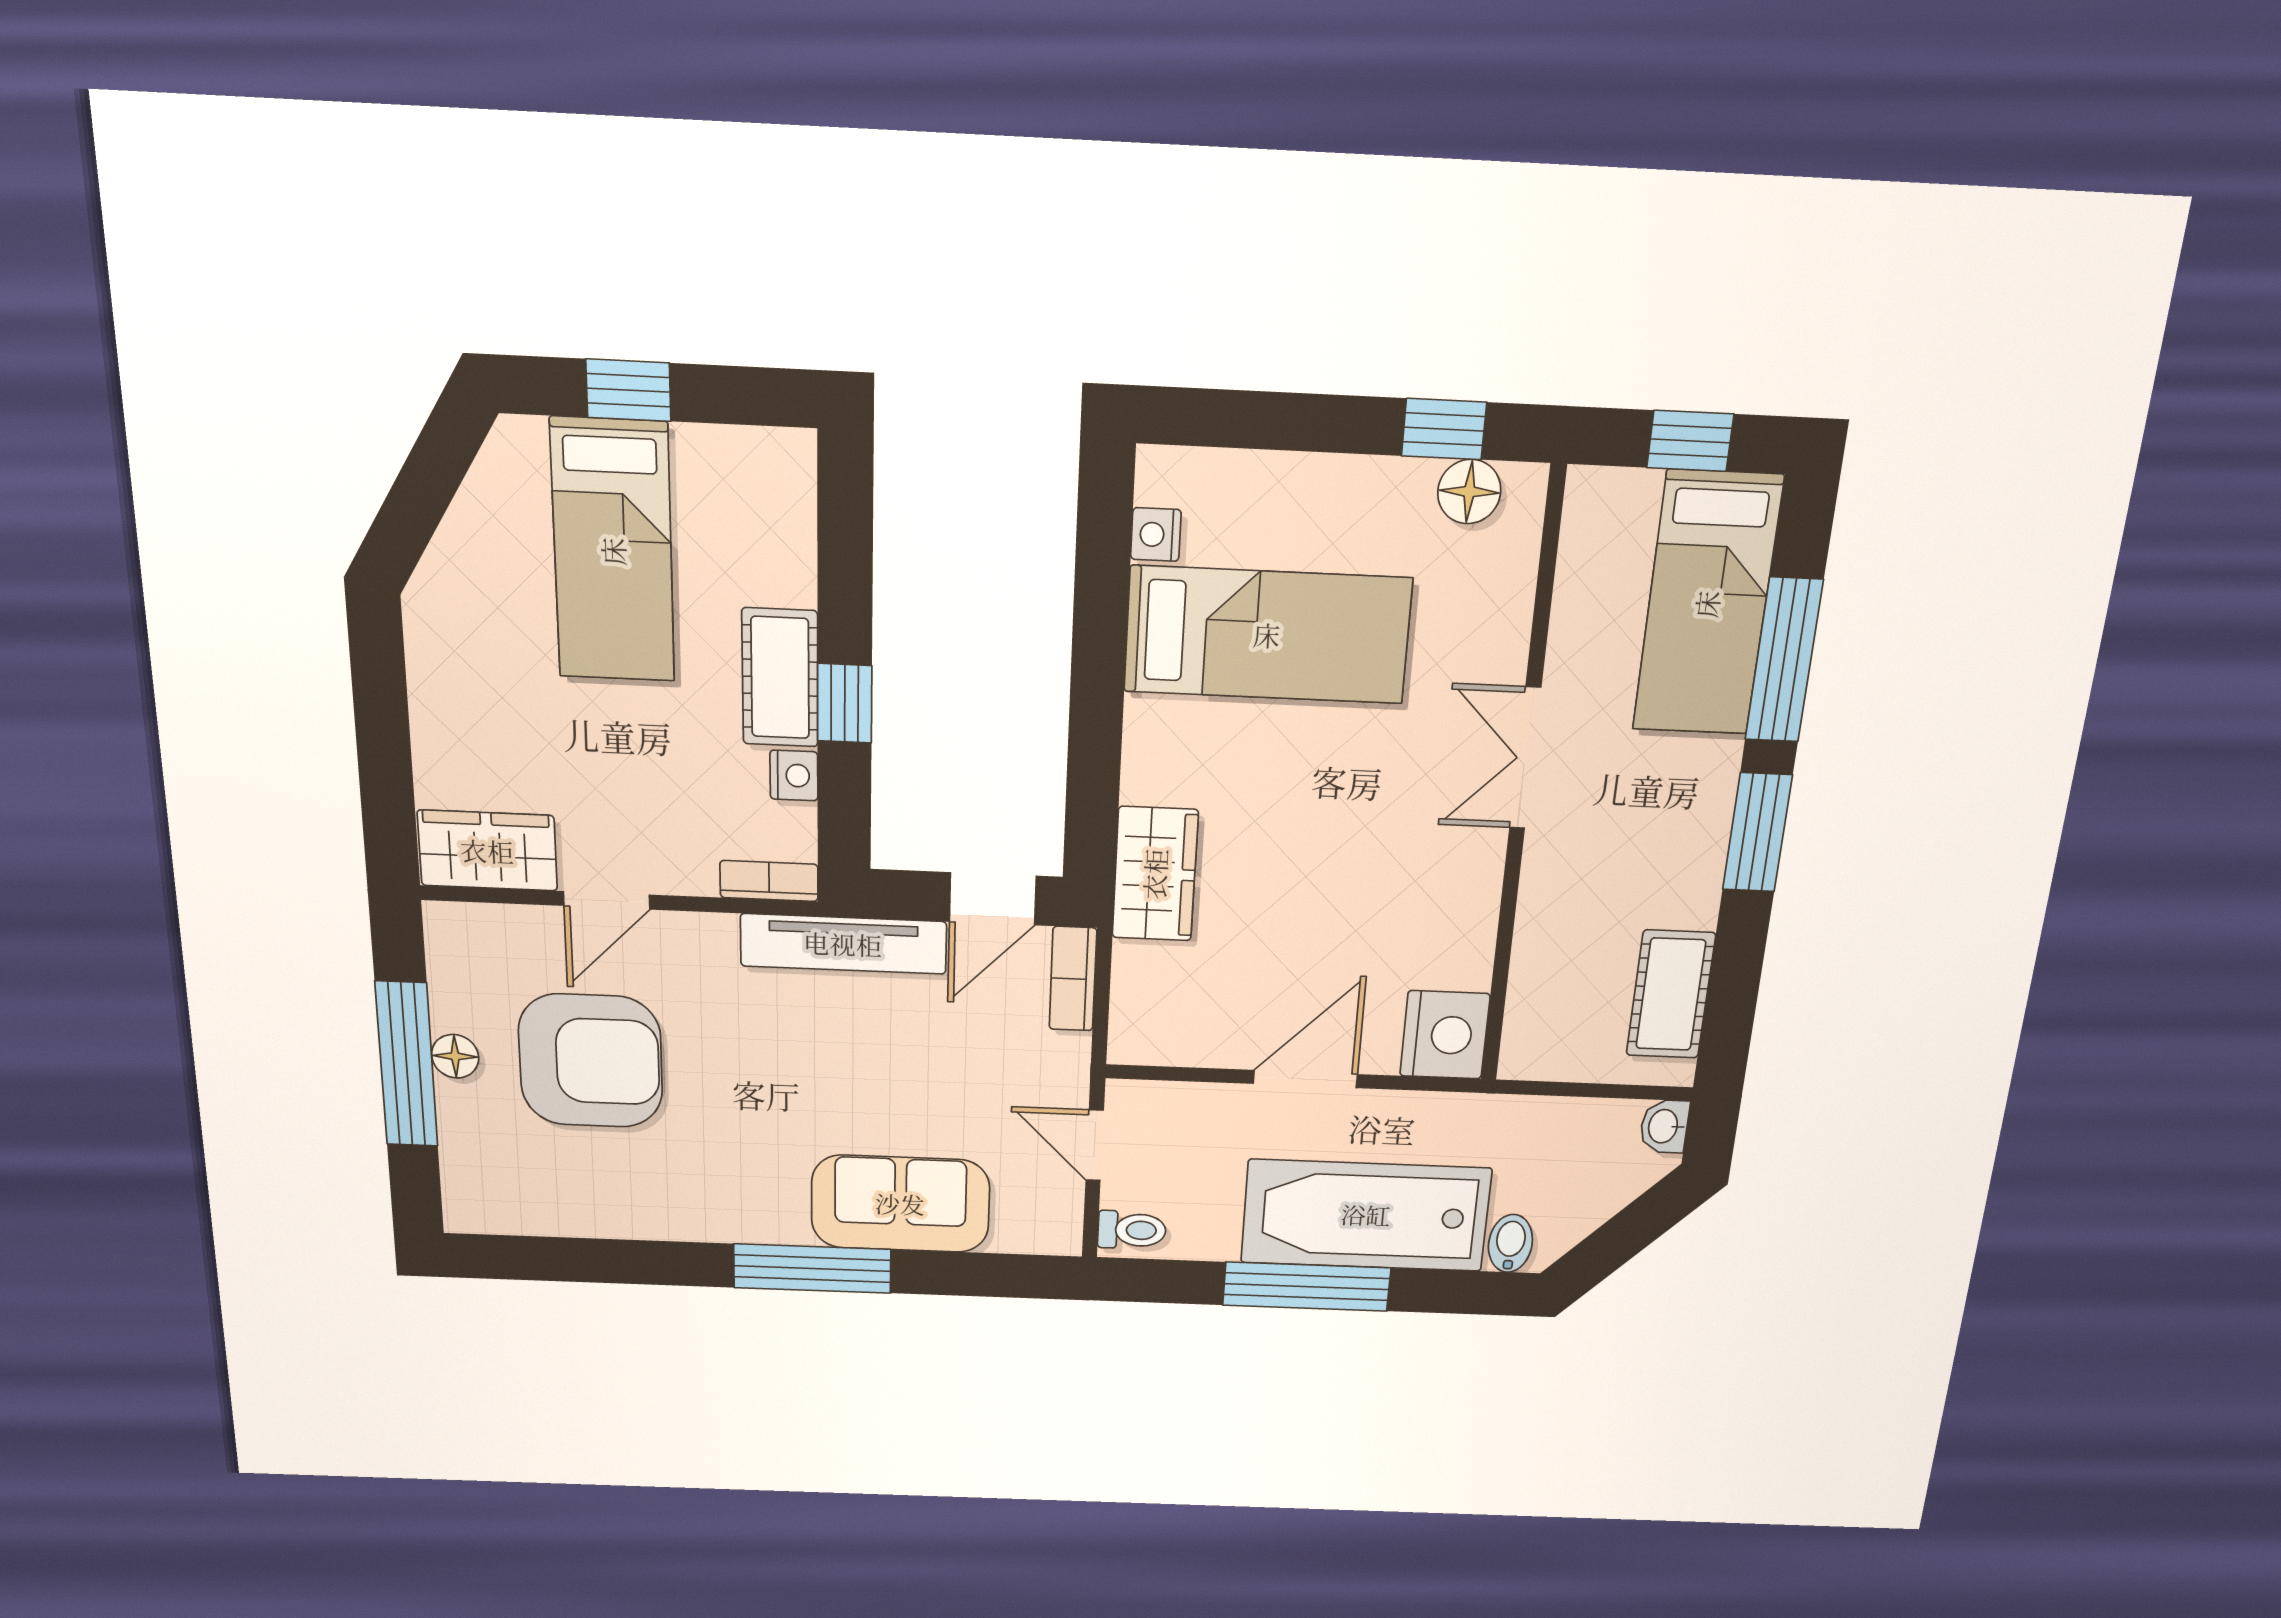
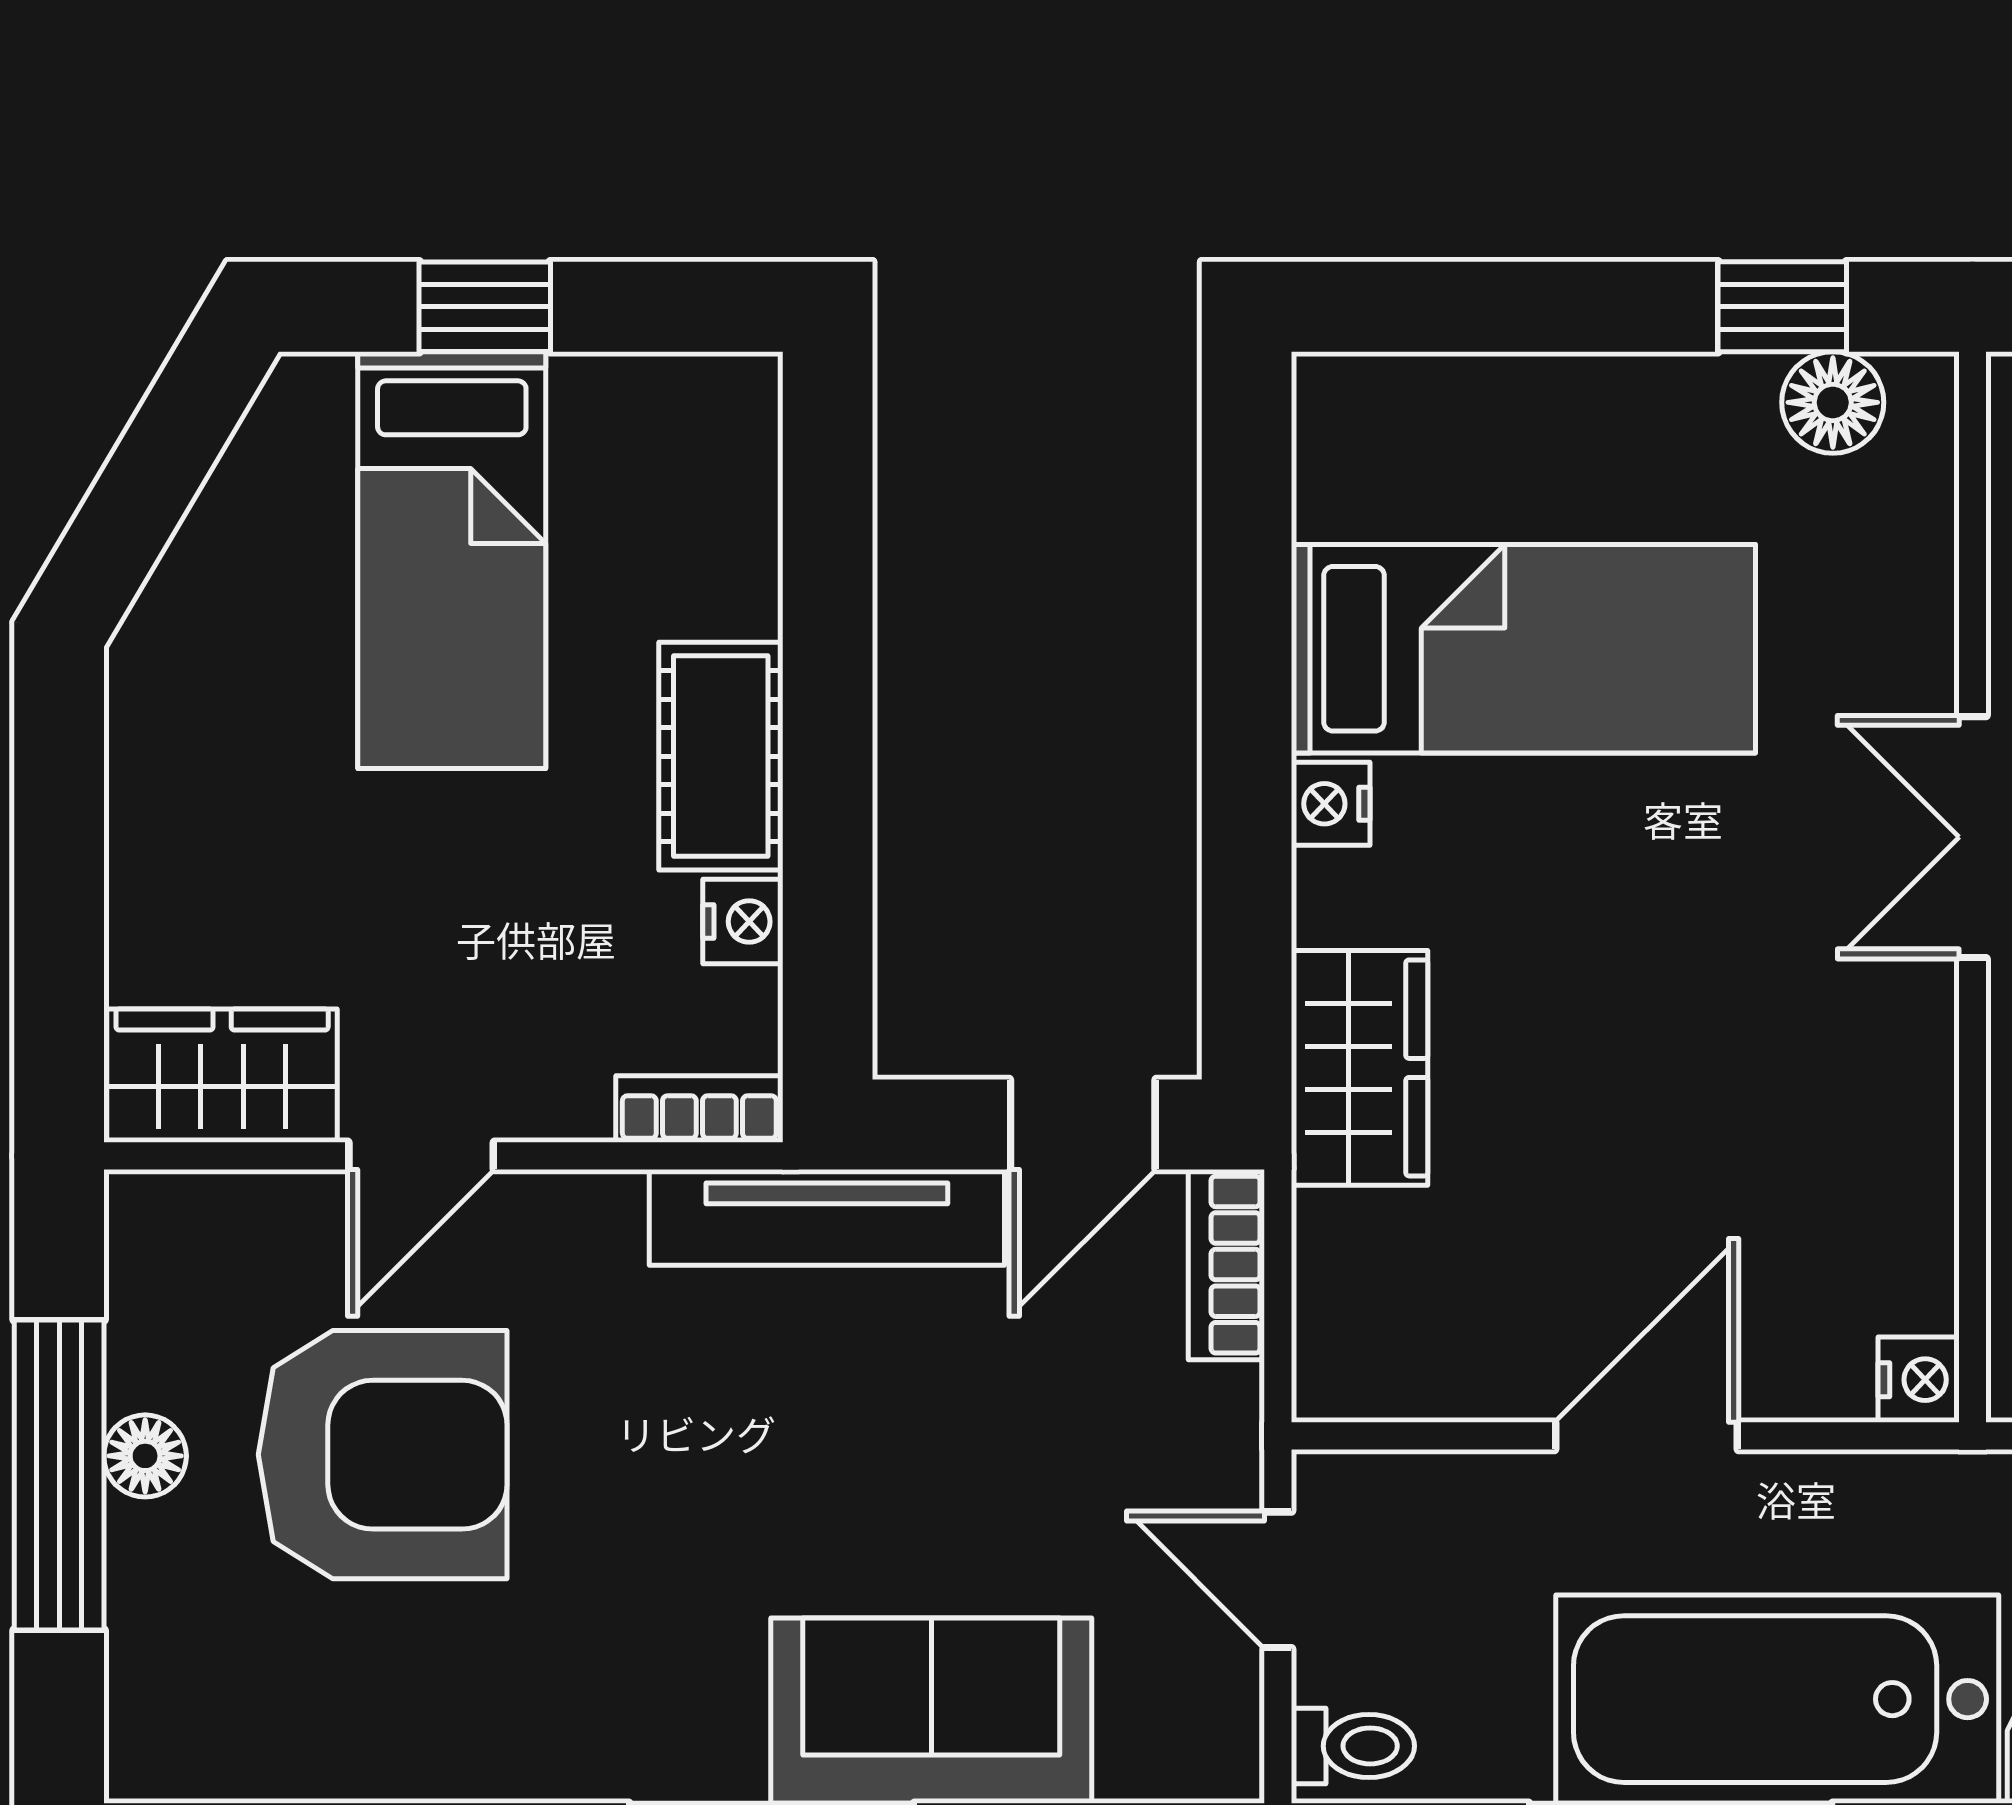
nightstand: (1156, 535) -> (1331, 804), moved
window: (845, 703) -> (828, 794), removed
nightstand: (1445, 1035) -> (1919, 1380), width x0.53, depth x0.56

